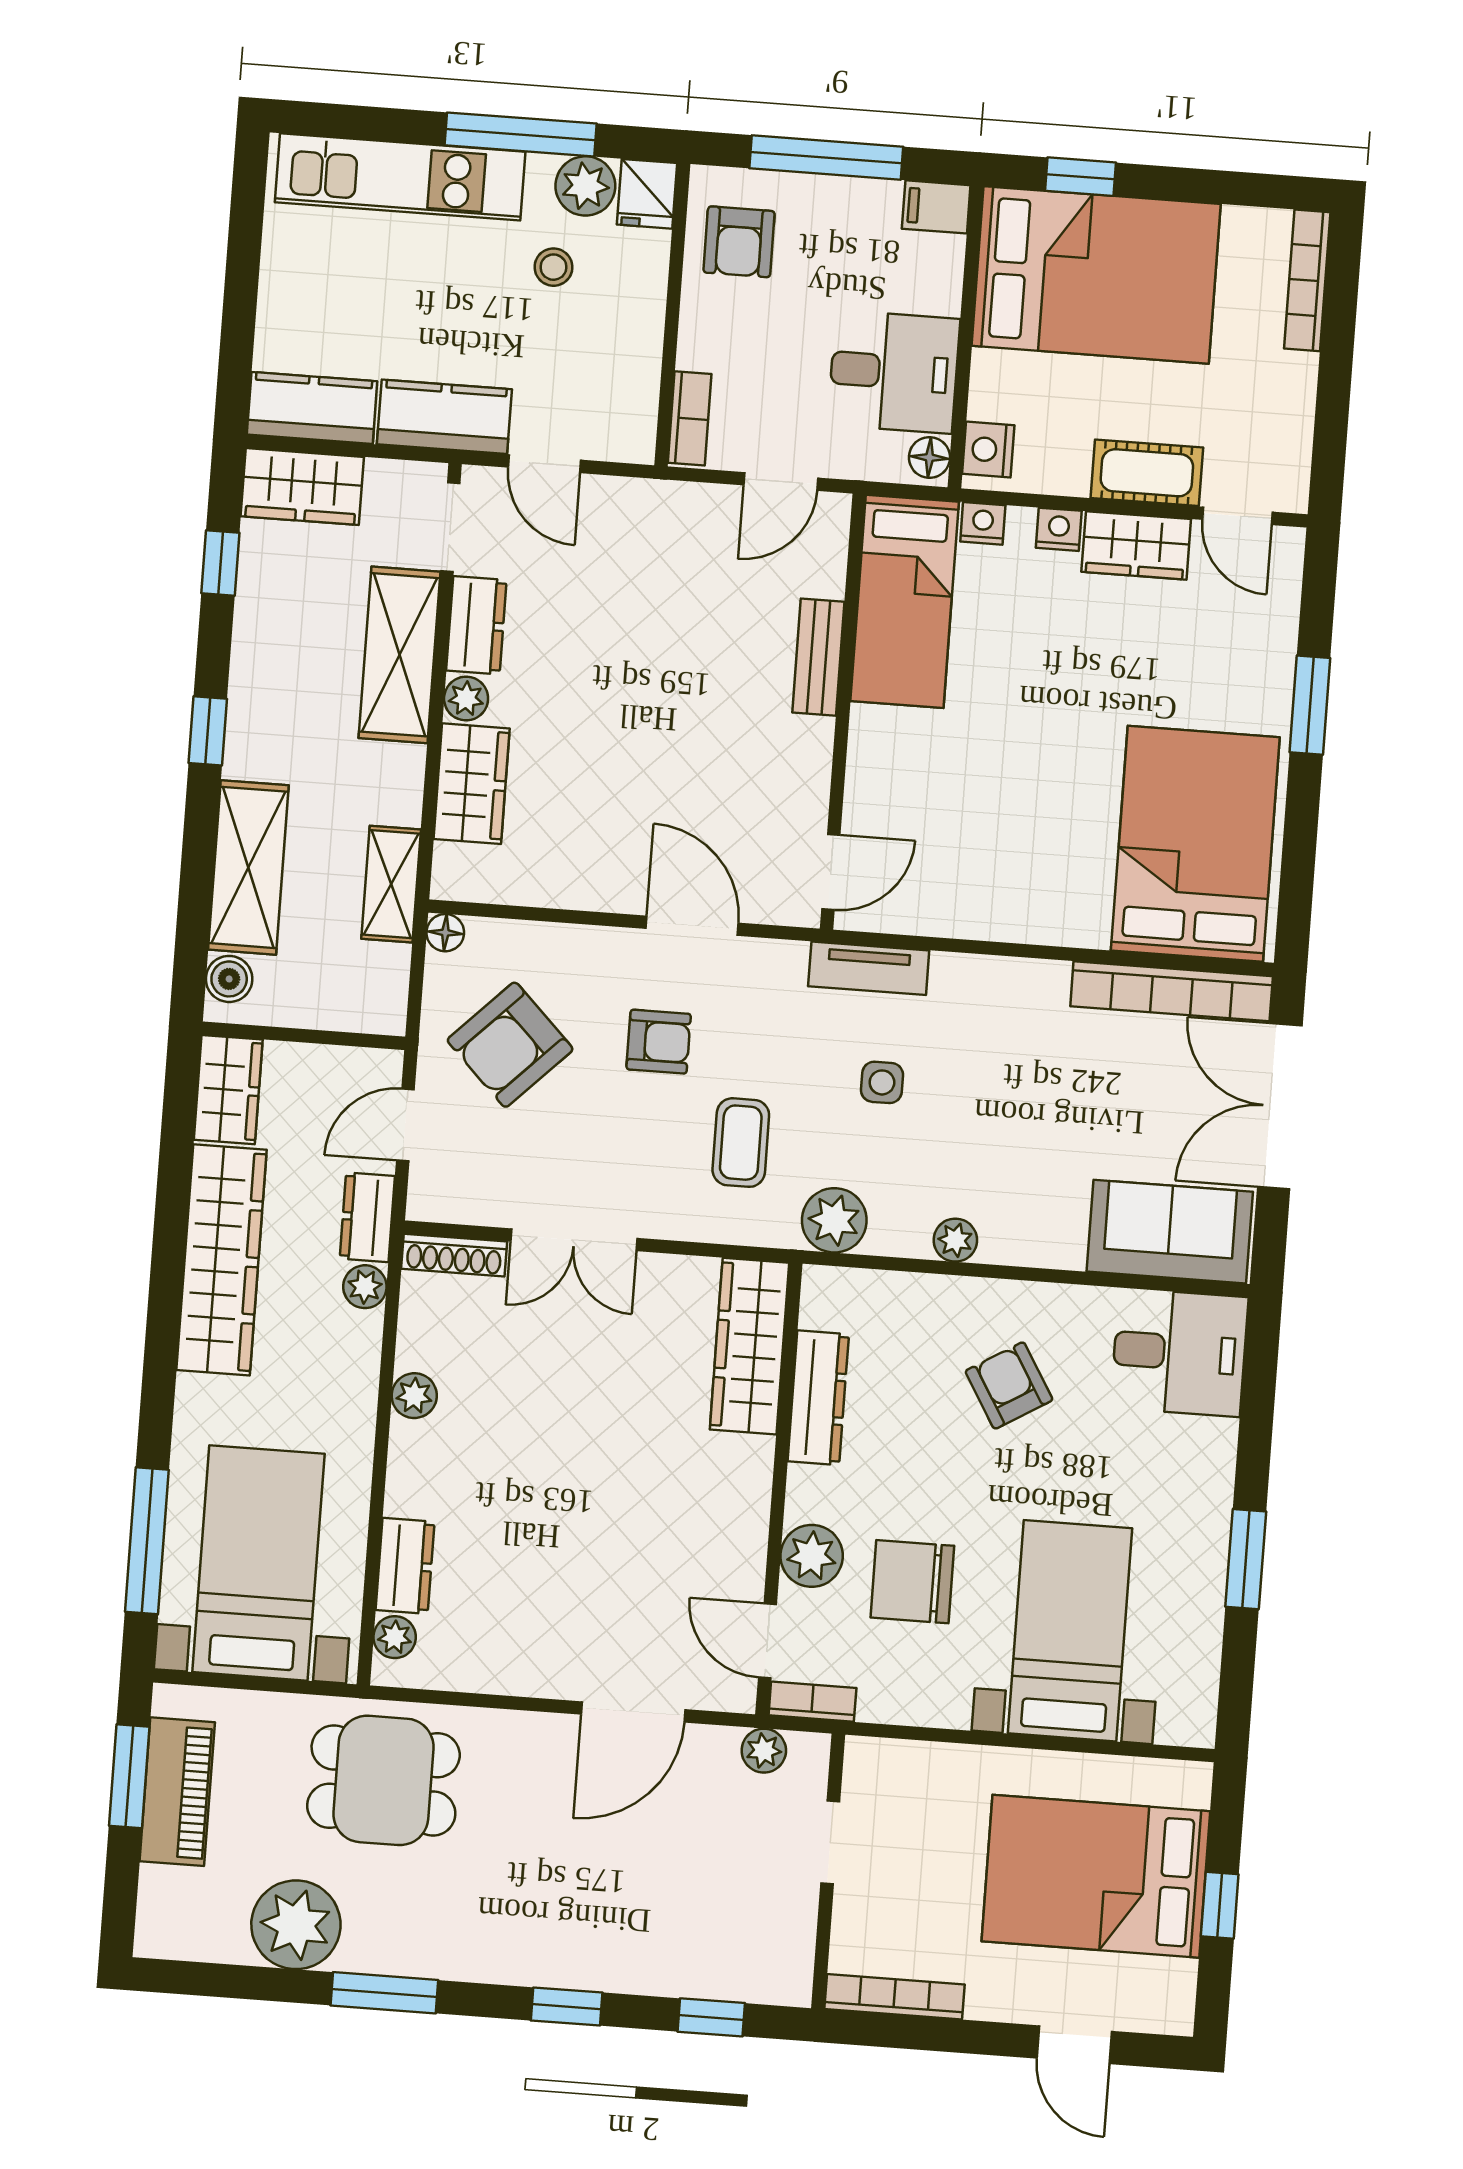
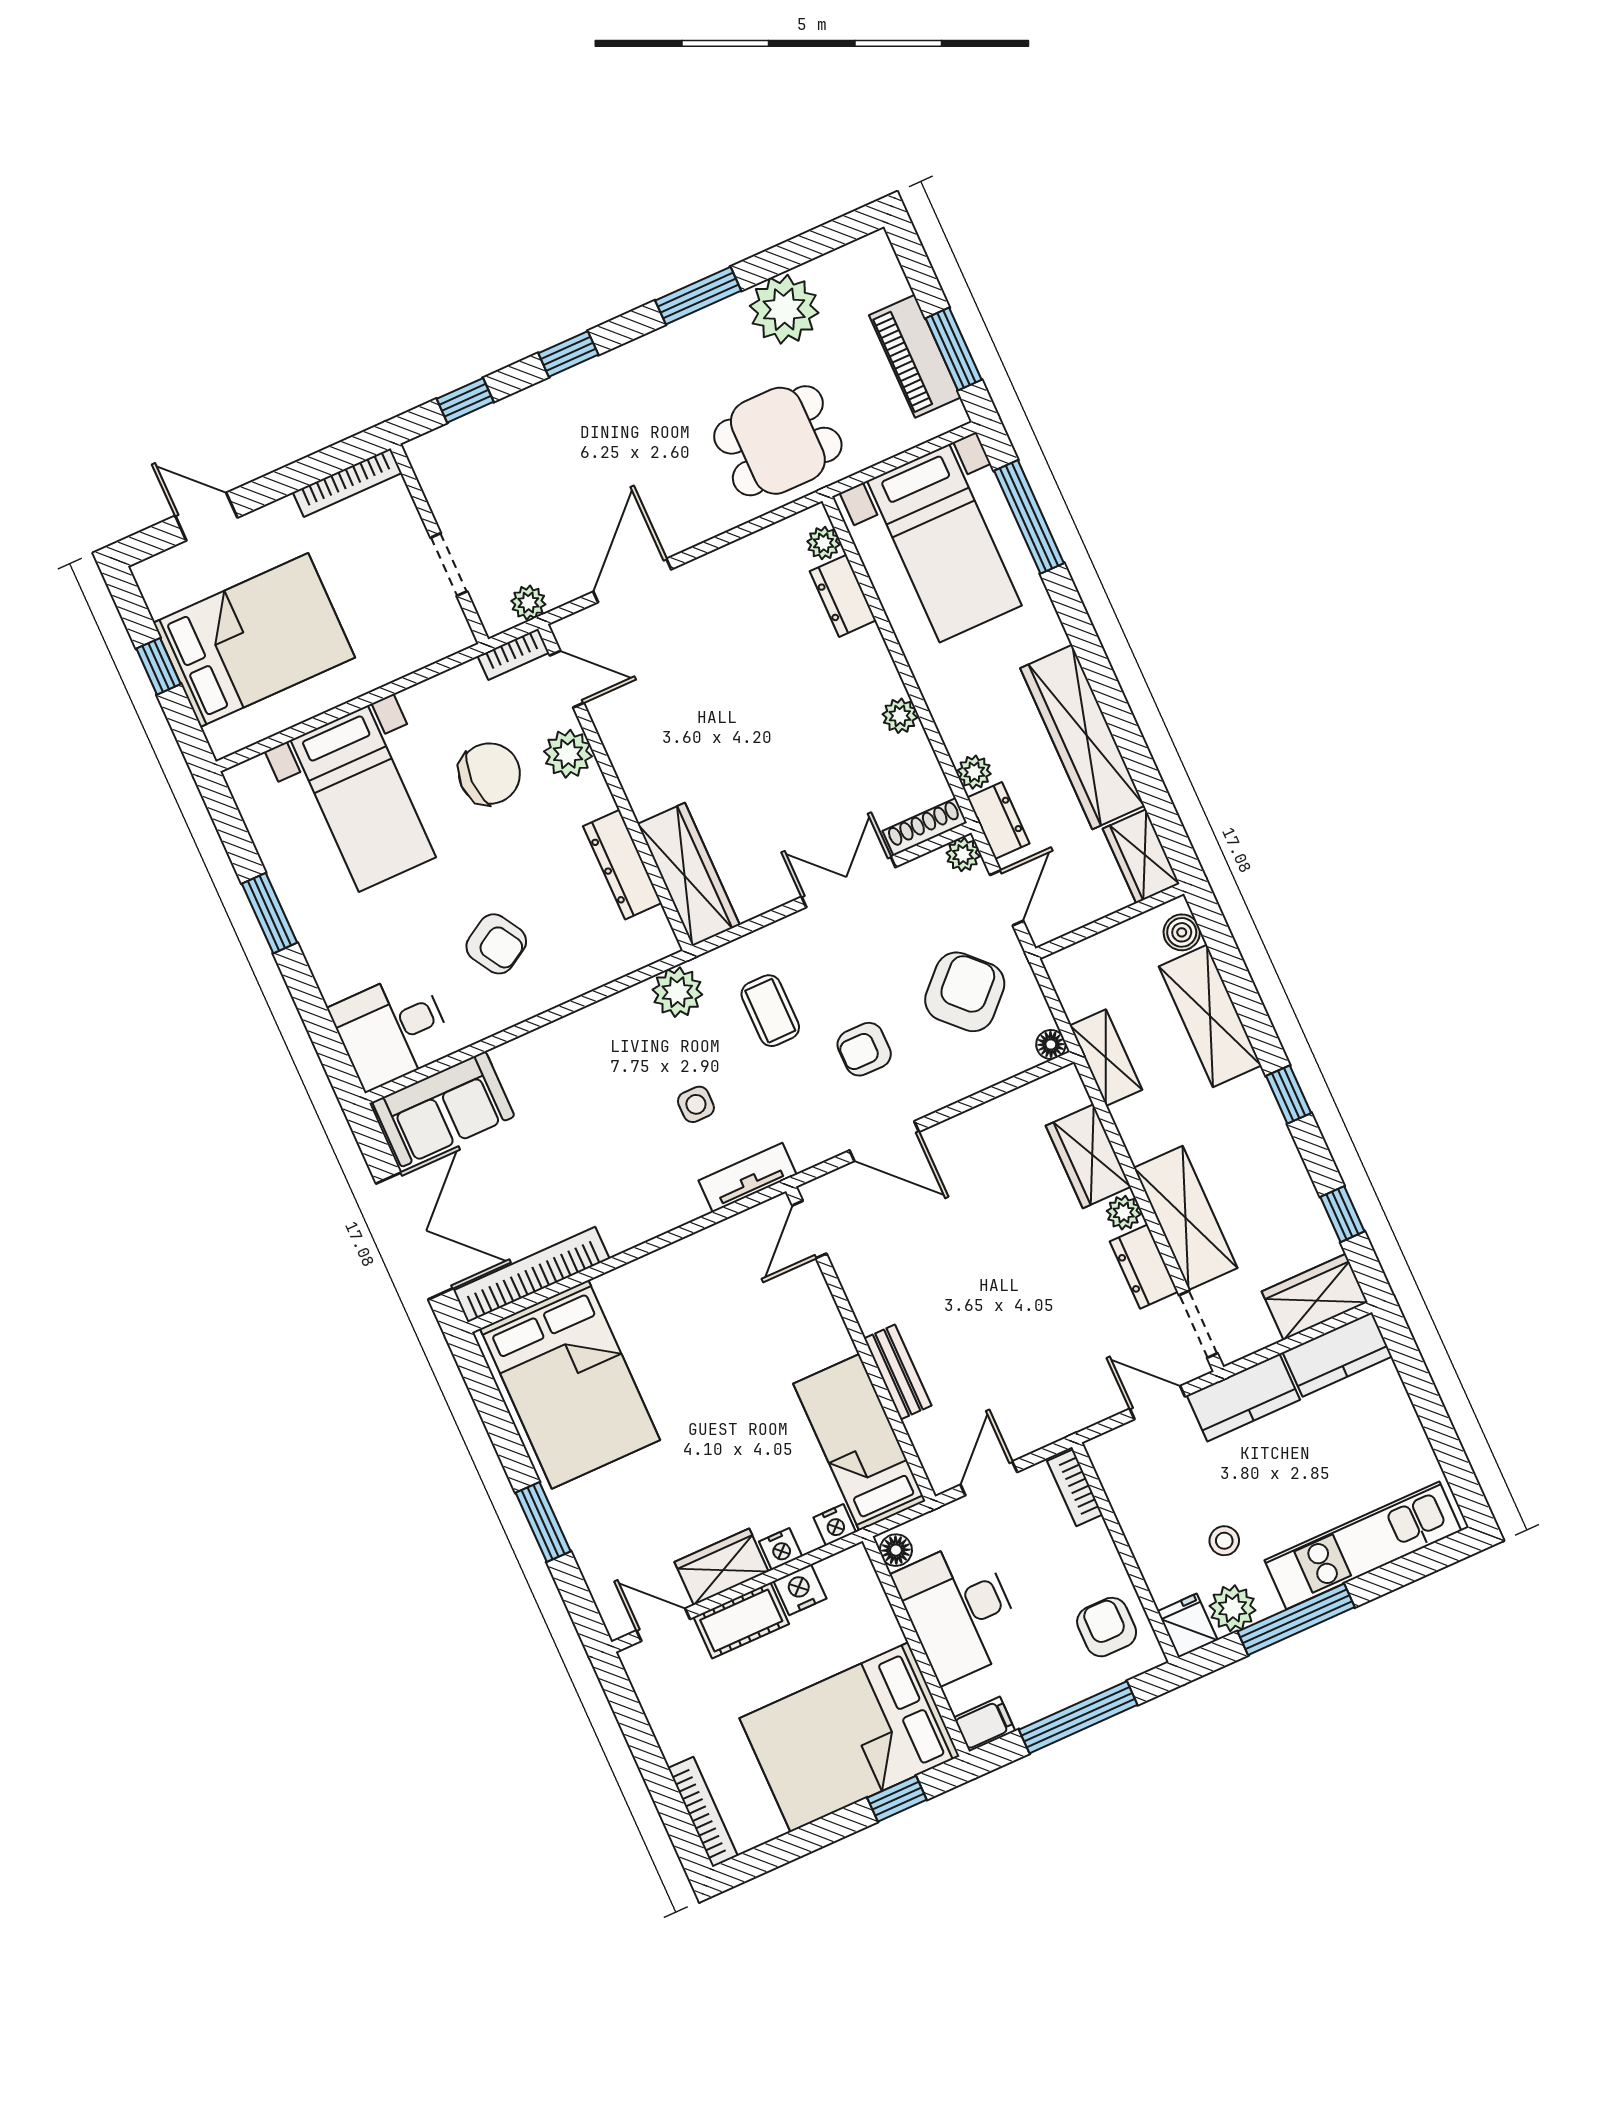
desk: (894, 372) -> (959, 1611), width x1.37
nightstand: (988, 450) -> (800, 1590), moved, turned -90
plant: (955, 1240) -> (963, 855), moved

